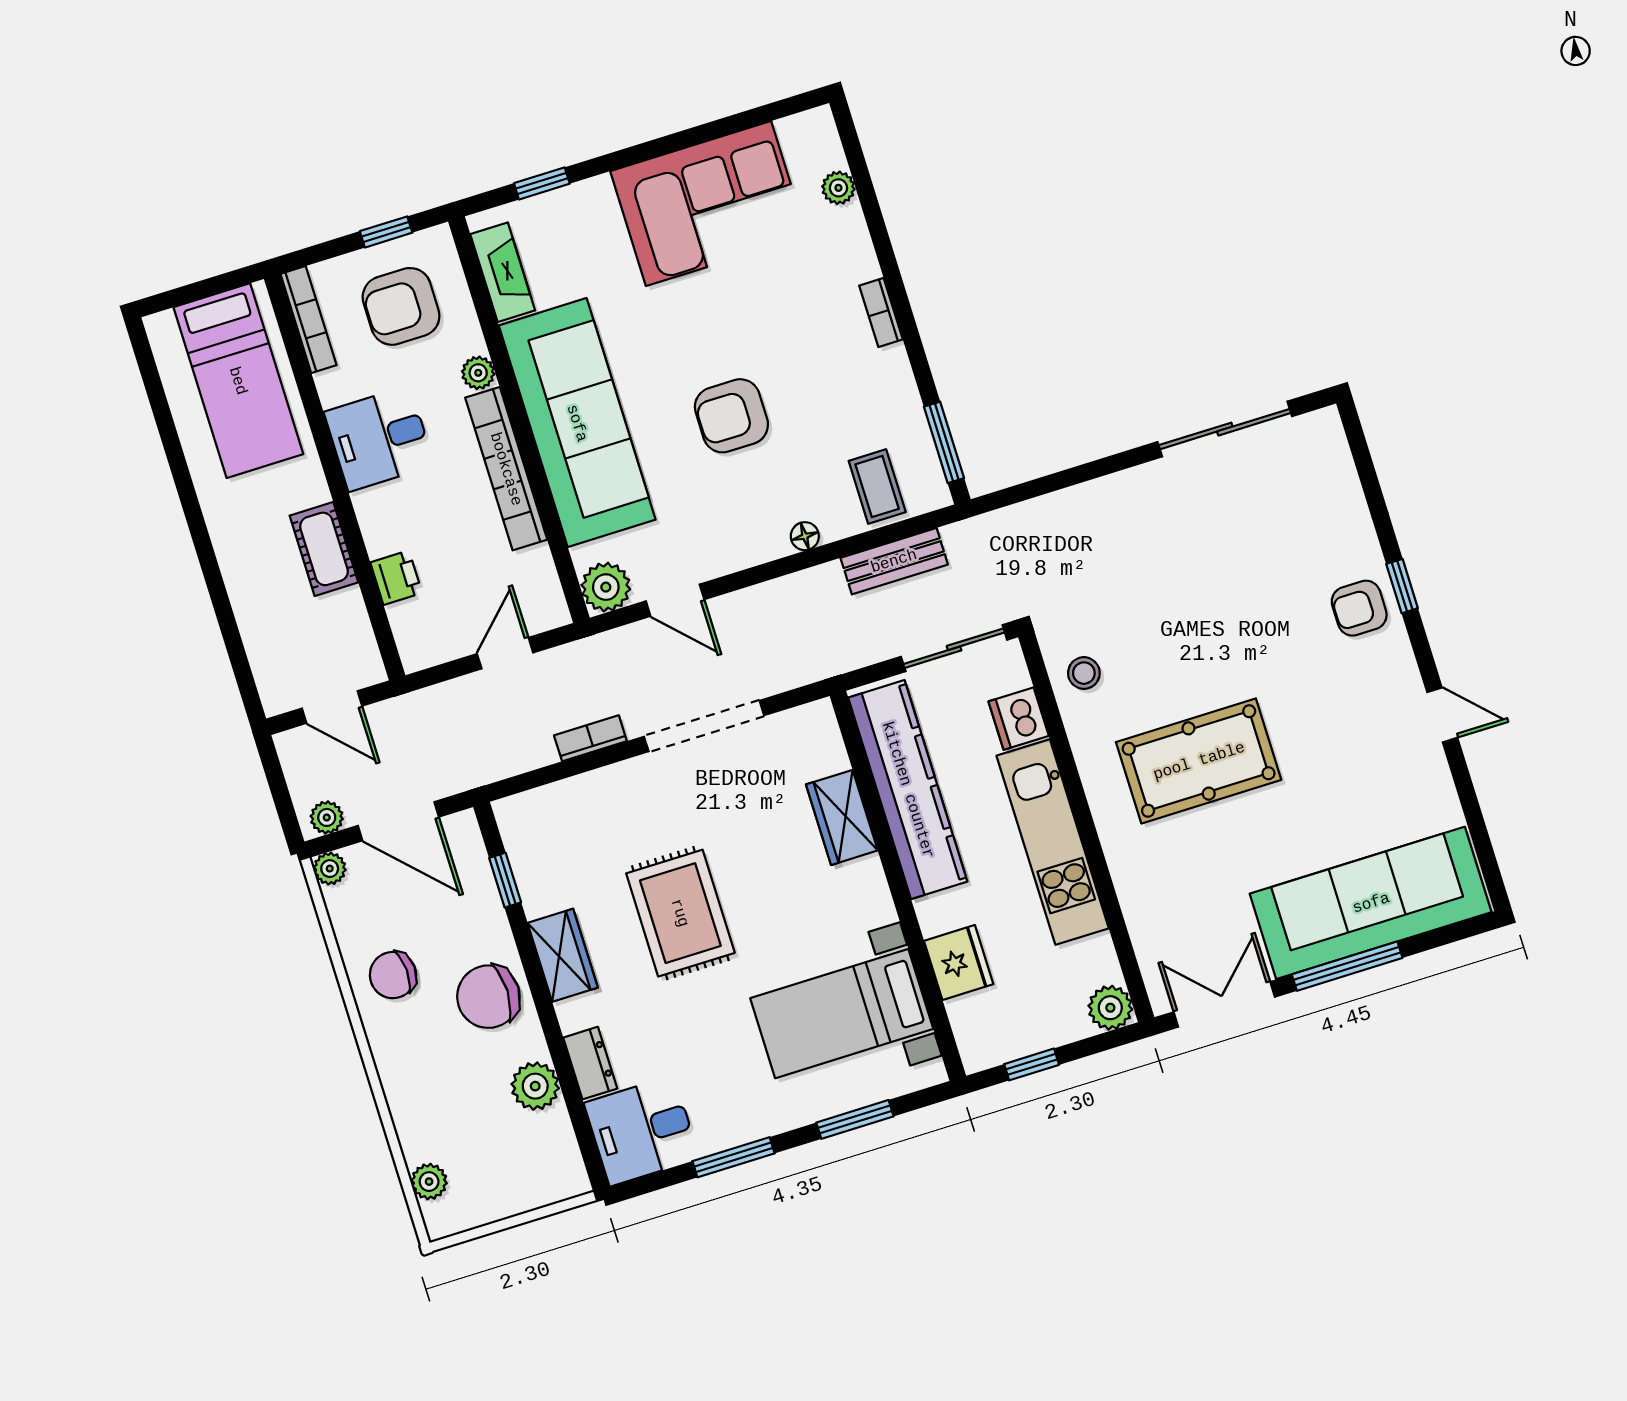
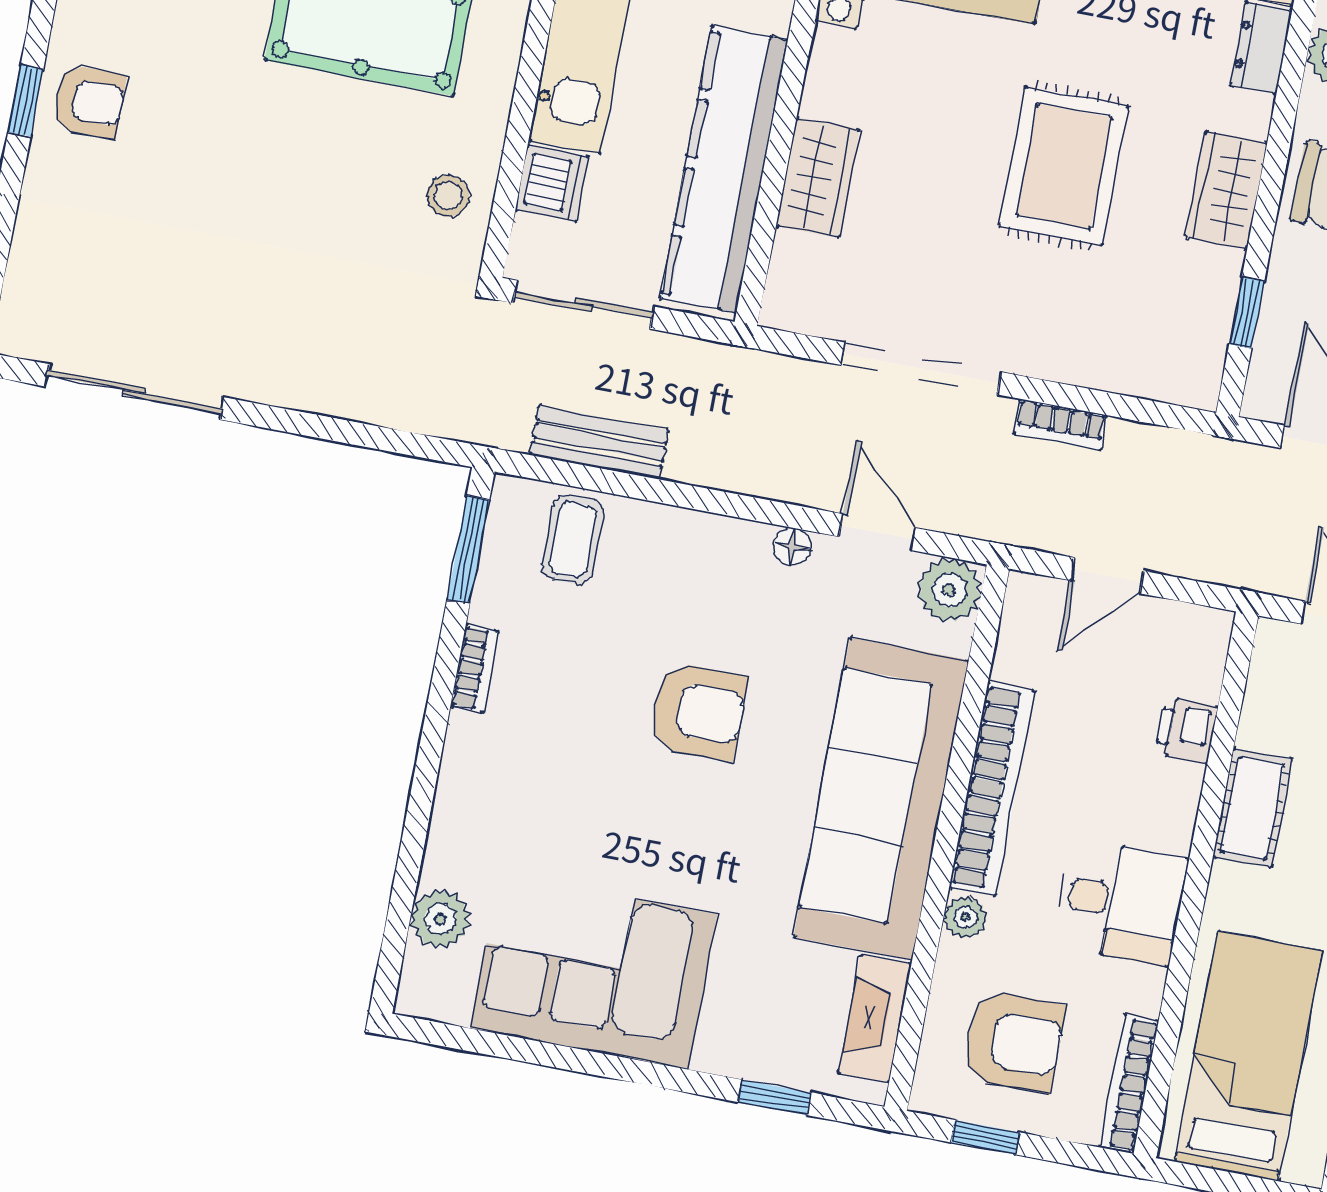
plant: (838, 188) -> (440, 919), width x1.38, depth x1.38
bookcase: (881, 312) -> (474, 669), moved
floor lamp: (805, 536) -> (792, 546), moved

